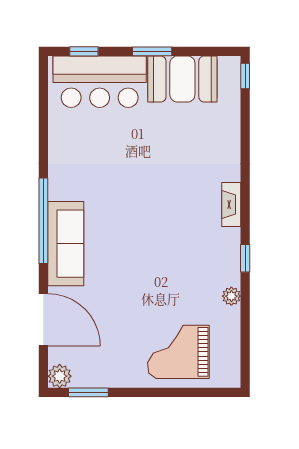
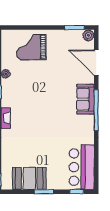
bar counter: (100, 82) -> (82, 167), moved, turned -90
sofa: (66, 244) -> (85, 99), width x0.73
grand piano: (178, 352) -> (31, 47), turned 180

